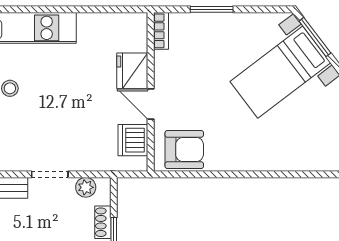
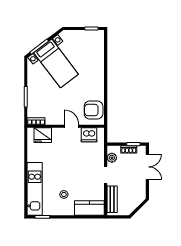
fridge: (132, 71) -> (43, 135), moved
door: (151, 104) -> (72, 126), swing flipped
armchair: (184, 149) -> (94, 110), turned -90

